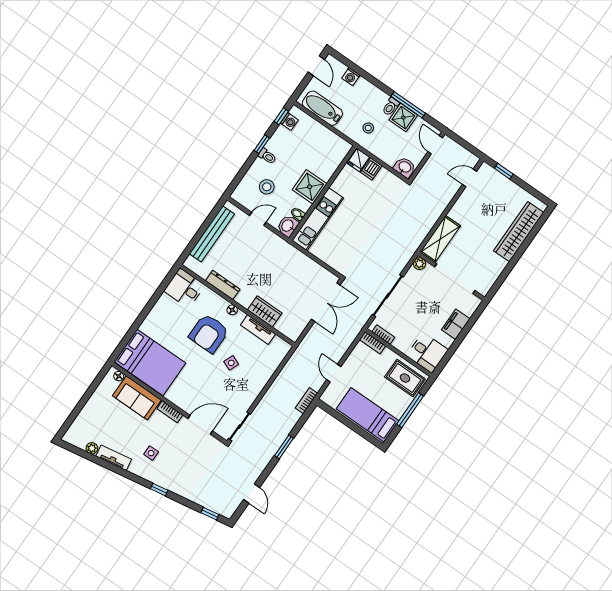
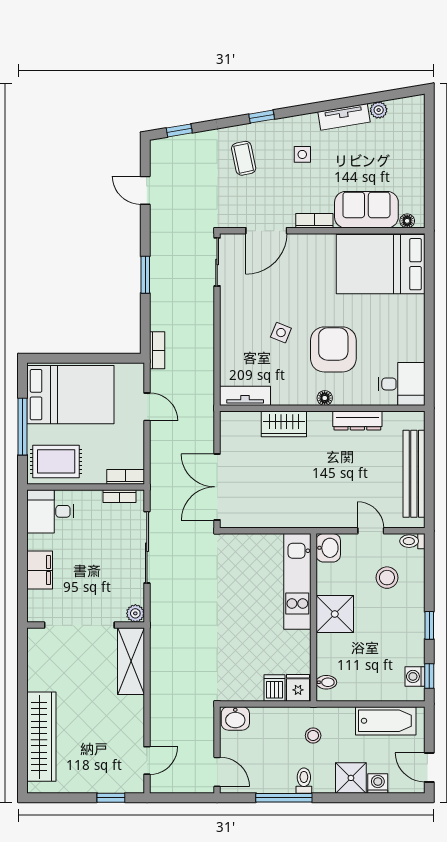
shower: (403, 118) -> (351, 778), moved
toilet: (267, 156) -> (412, 541), moved
bidet: (298, 214) -> (326, 682), moved
door: (258, 219) -> (371, 531), swing flipped
tv unit: (258, 330) -> (245, 396), moved
bed: (368, 415) -> (70, 395), width x1.50
coffee table: (185, 473) -> (244, 158), added

